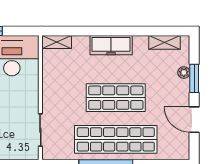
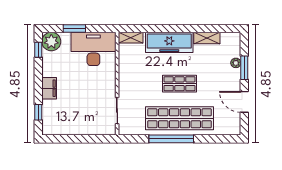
shelving: (164, 42) -> (207, 38), moved
freezer: (111, 45) -> (169, 42), width x1.36, depth x1.26
shop shelf: (116, 98) -> (180, 84), width x0.70, depth x0.74

